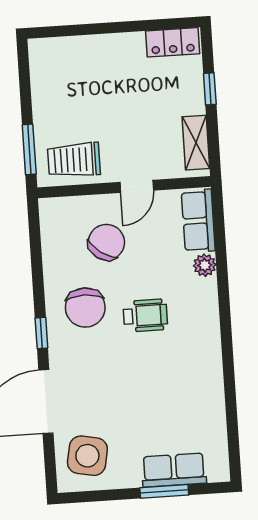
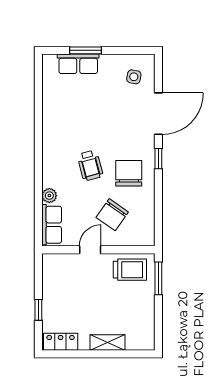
shelving: (196, 143) -> (108, 343), moved, turned 90
wheelchair: (145, 315) -> (90, 165), turned -105
side table: (87, 456) -> (134, 77), width x0.54, depth x0.54

